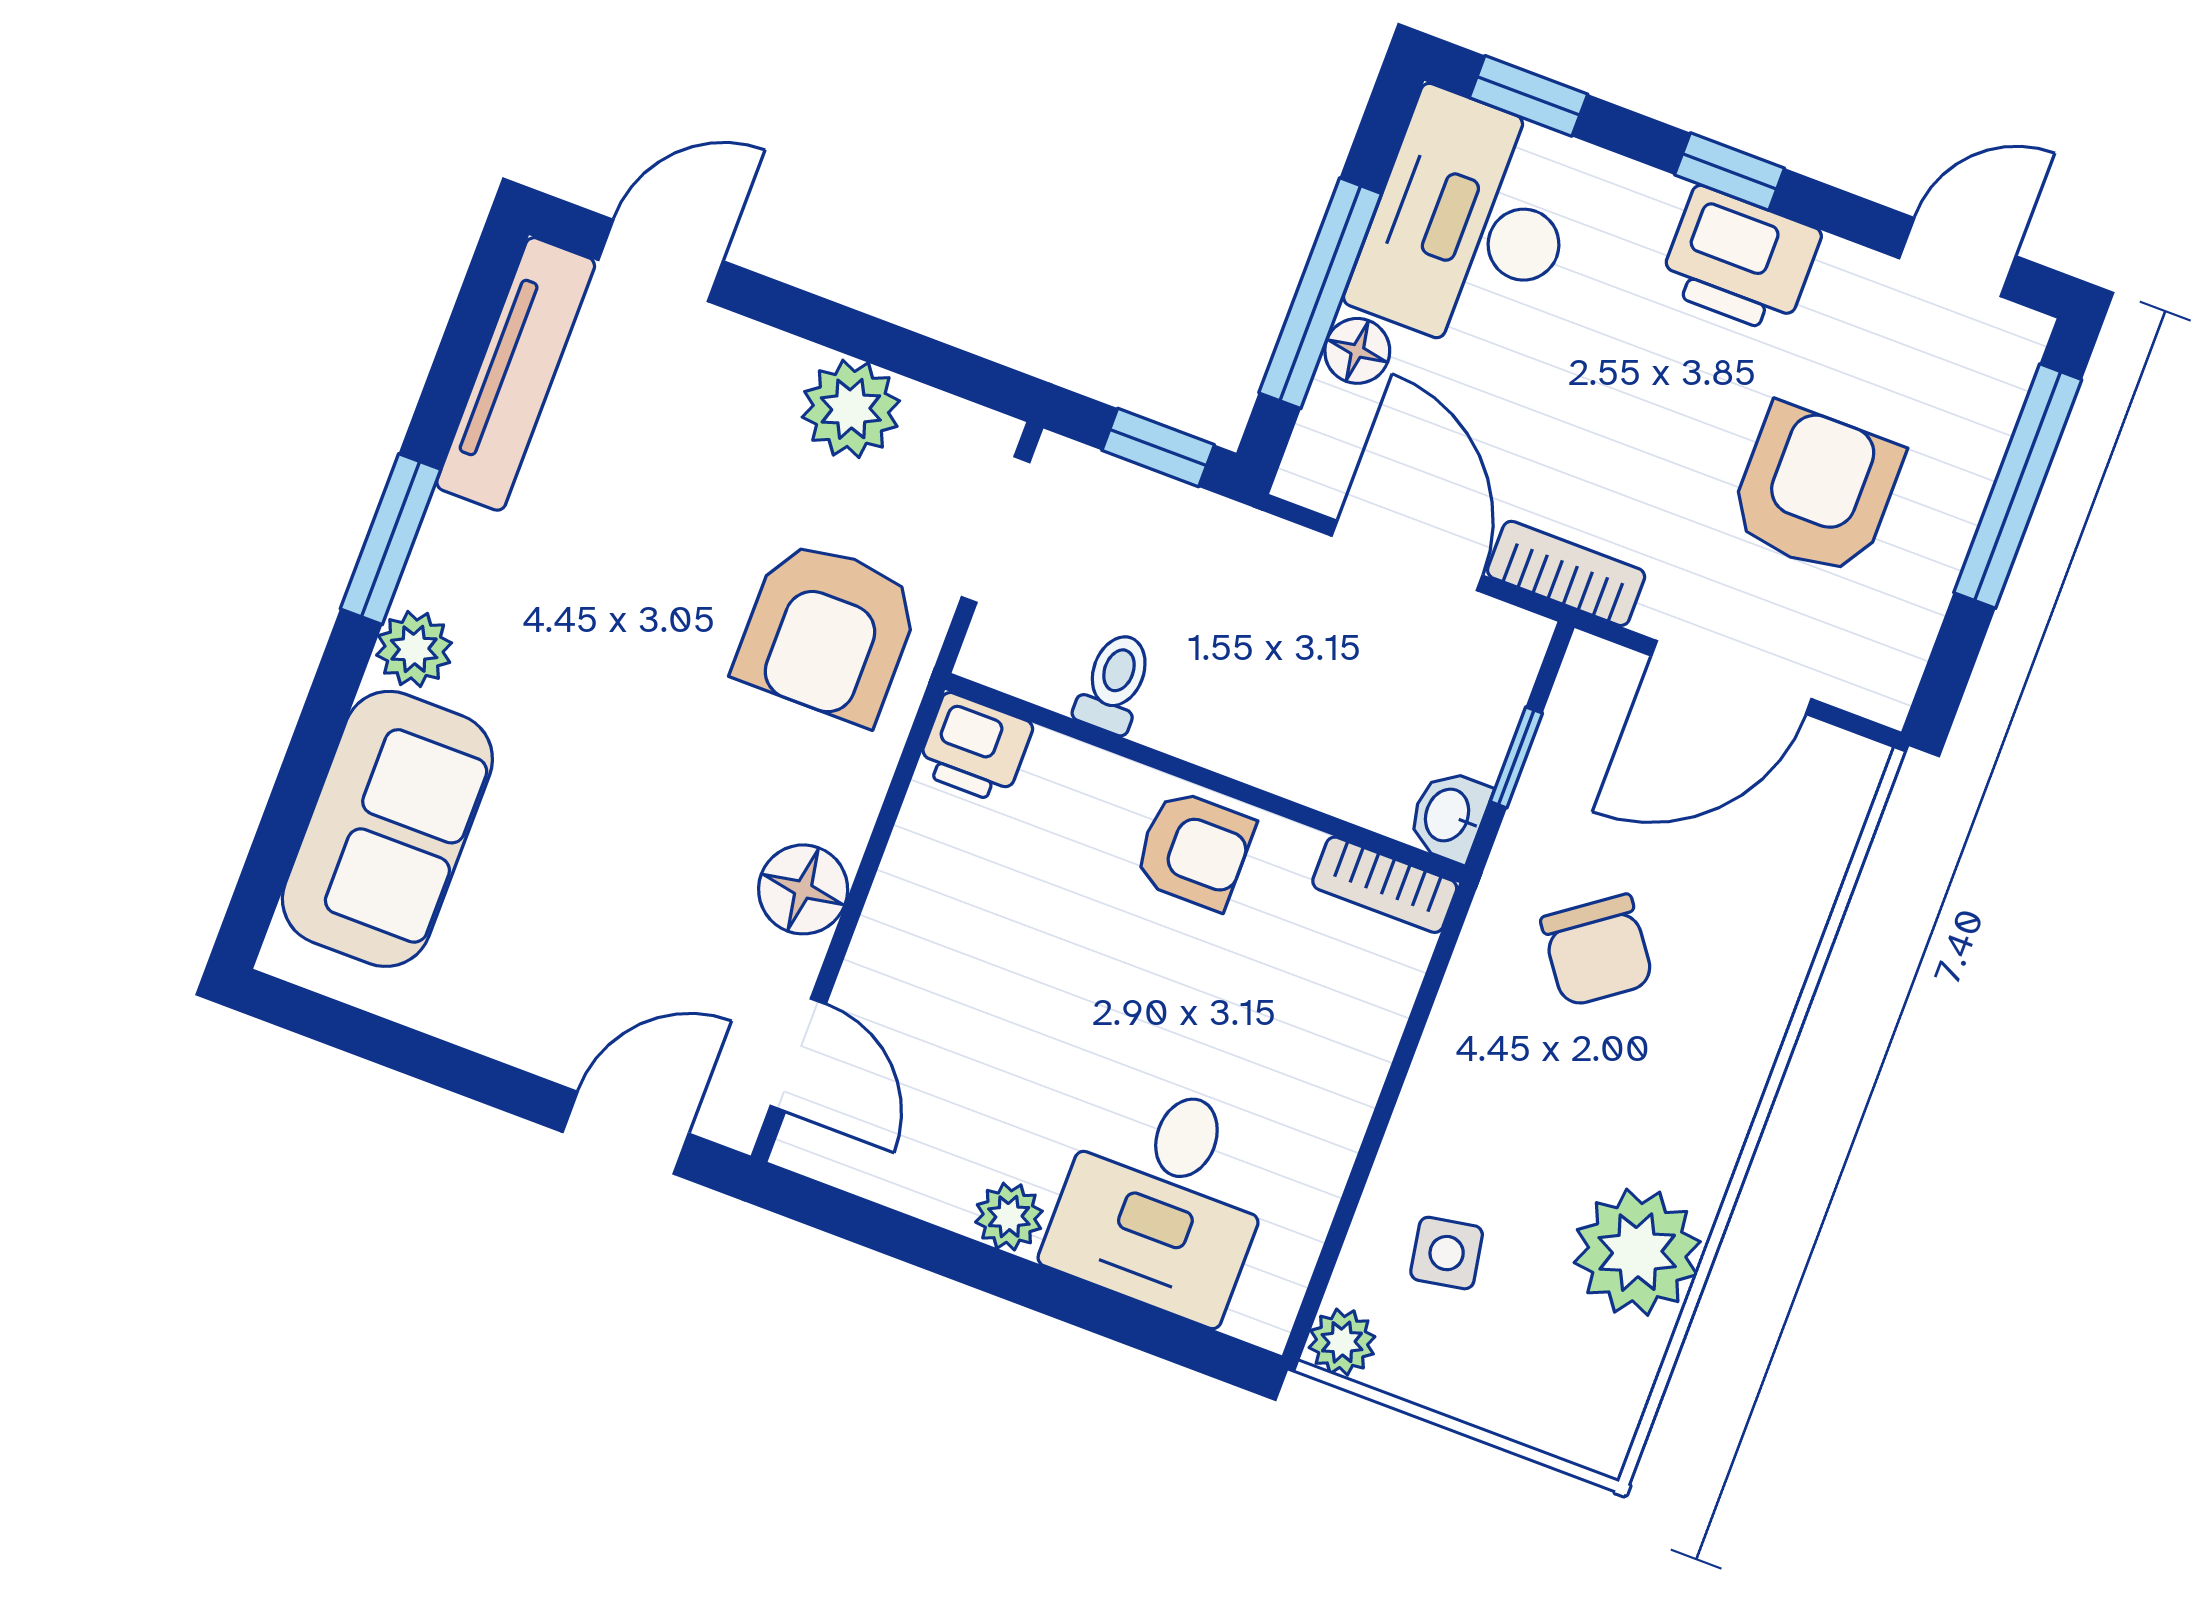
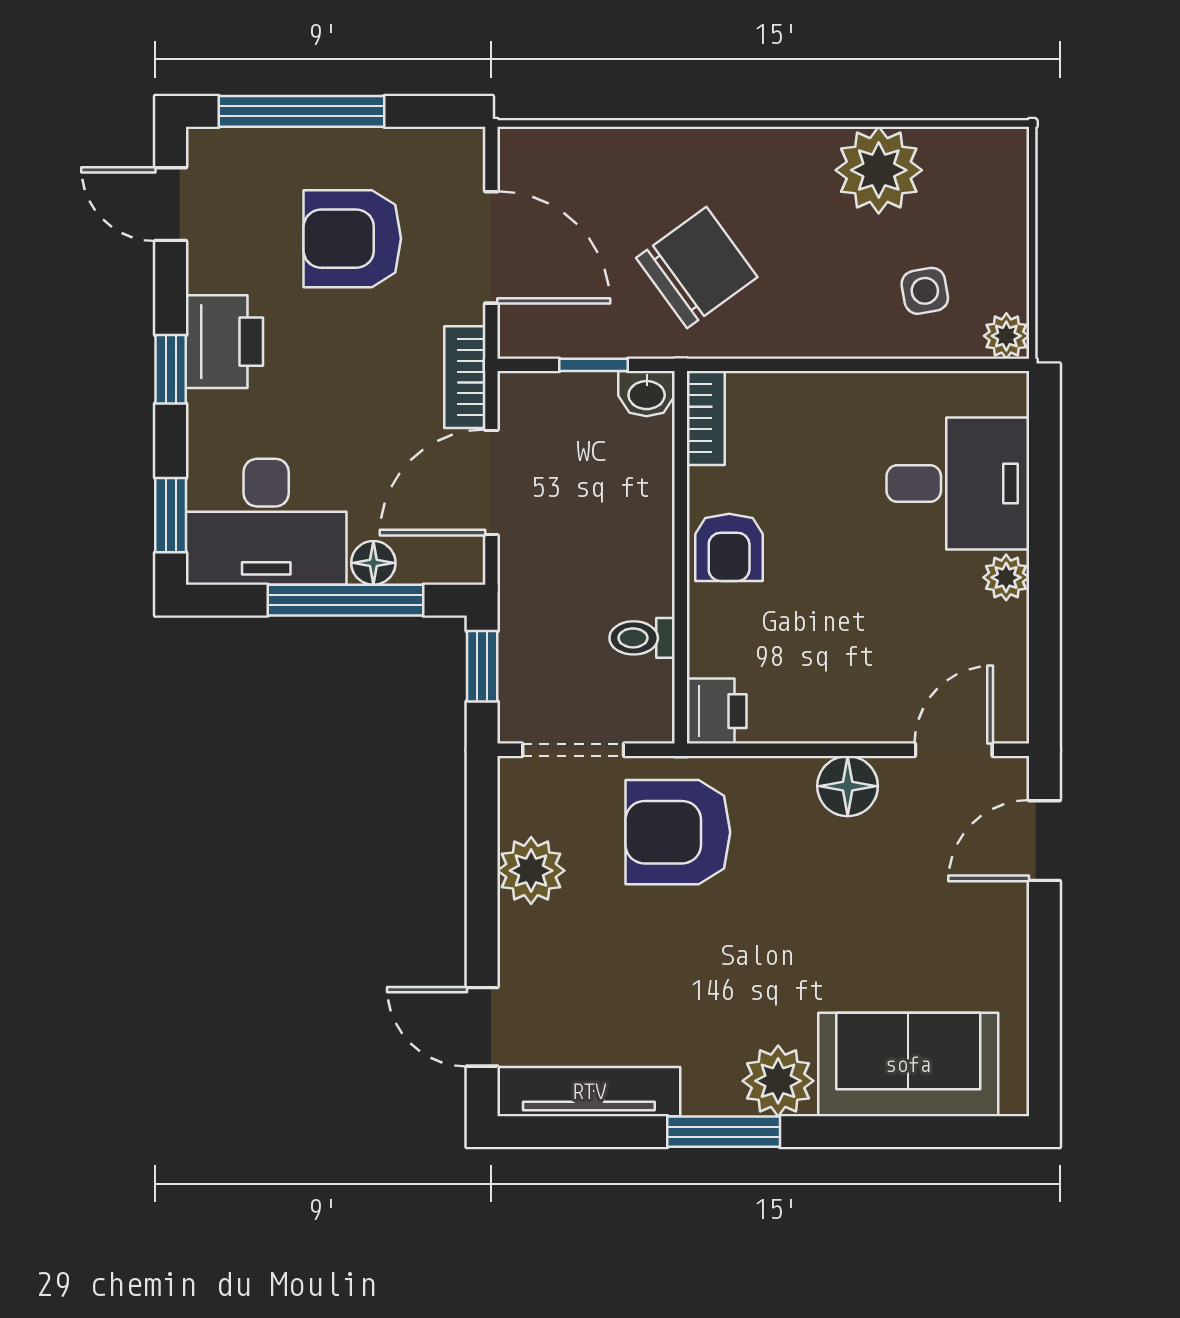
armchair: (828, 631) -> (678, 832), turned 180
plant: (414, 649) -> (778, 1081), width x1.38, depth x1.38
armchair: (1194, 850) -> (729, 547), turned 180
chair: (1597, 950) -> (697, 267), width x1.37, depth x1.37
door: (626, 1133) -> (1044, 841), hinge flipped

